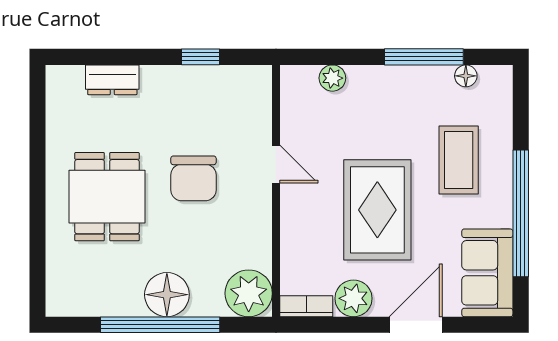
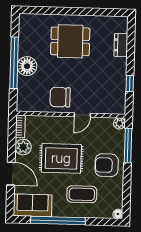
window: (424, 57) -> (128, 146), moved
floor lamp: (466, 76) -> (118, 214), moved
plant: (332, 78) -> (119, 123), moved
armchair: (390, 105) -> (107, 165), added
chair: (193, 178) -> (60, 97), moved
plant: (249, 293) -> (27, 102), removed

